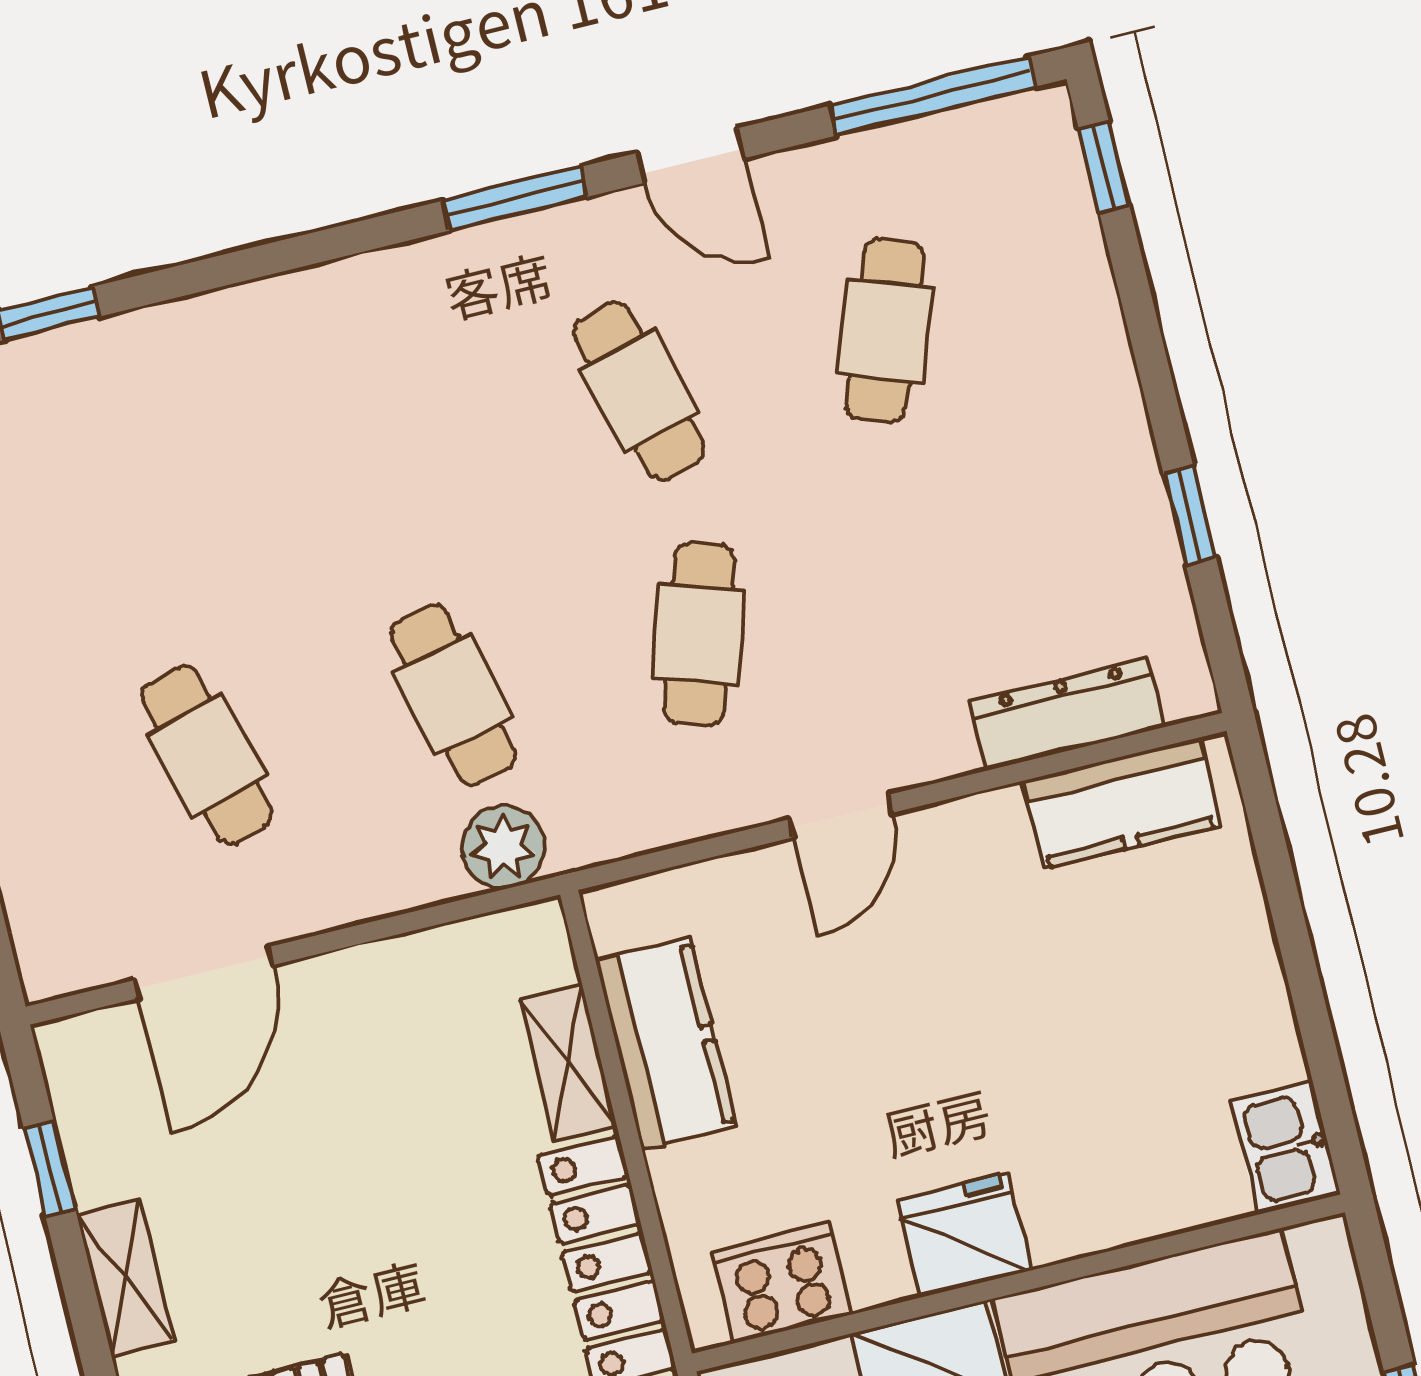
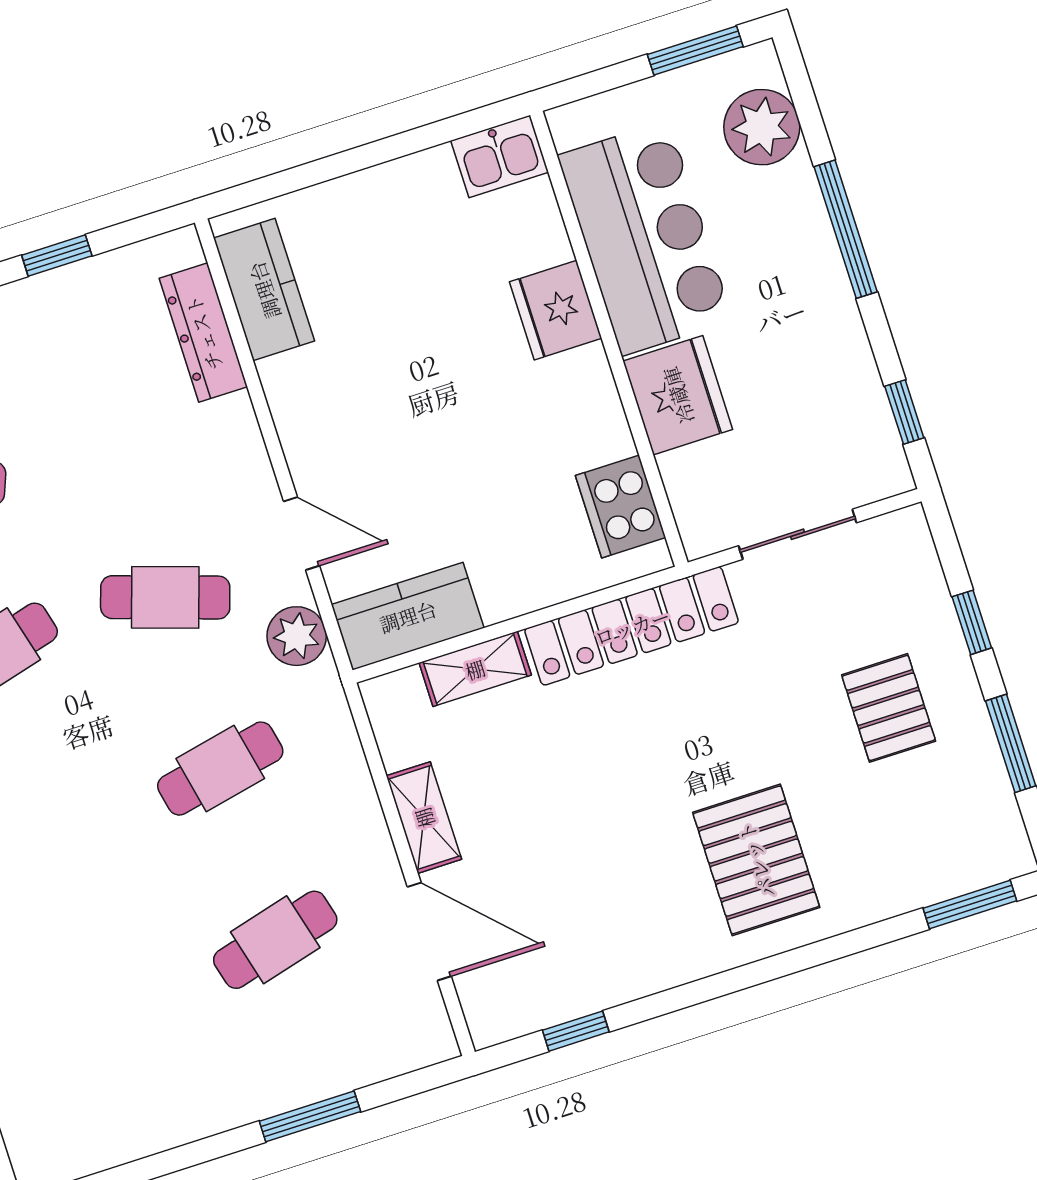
door: (841, 816) -> (302, 534), moved
plant: (503, 847) -> (297, 636), moved
kitchen counter: (666, 1044) -> (408, 616), moved
fridge: (964, 1236) -> (556, 310), moved
shelving: (126, 1278) -> (424, 818), moved, turned 90

